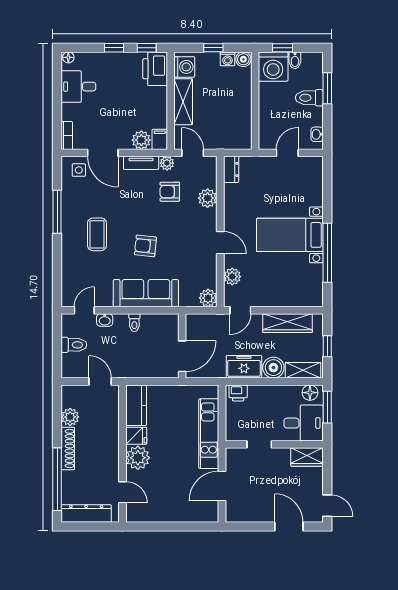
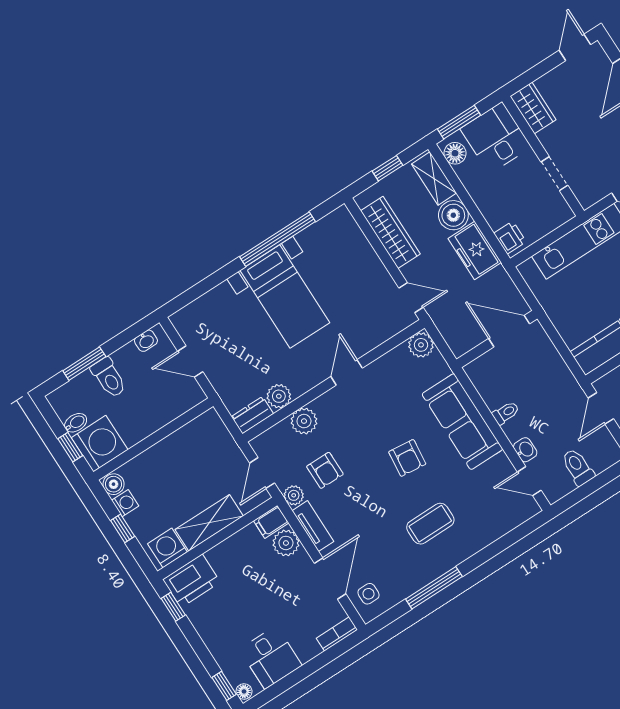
window: (114, 48) -> (224, 686), moved
plant: (232, 277) -> (279, 396), moved

